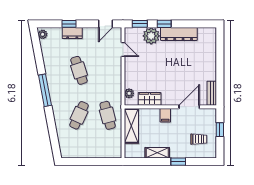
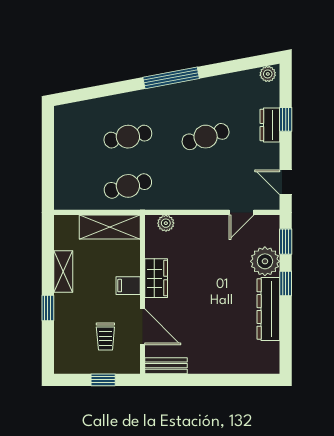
wardrobe: (150, 99) -> (156, 278), moved
cafe table: (79, 115) -> (128, 137), turned -36
trolley: (199, 139) -> (105, 337), moved

